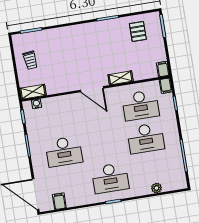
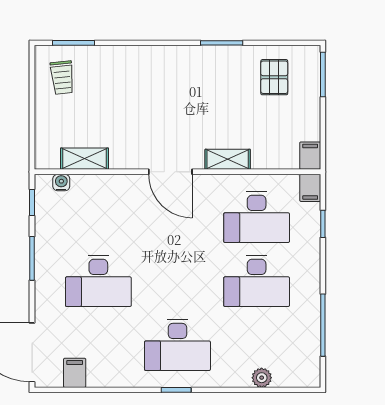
trolley: (30, 60) -> (62, 78), moved
shelving: (33, 92) -> (84, 159), moved

